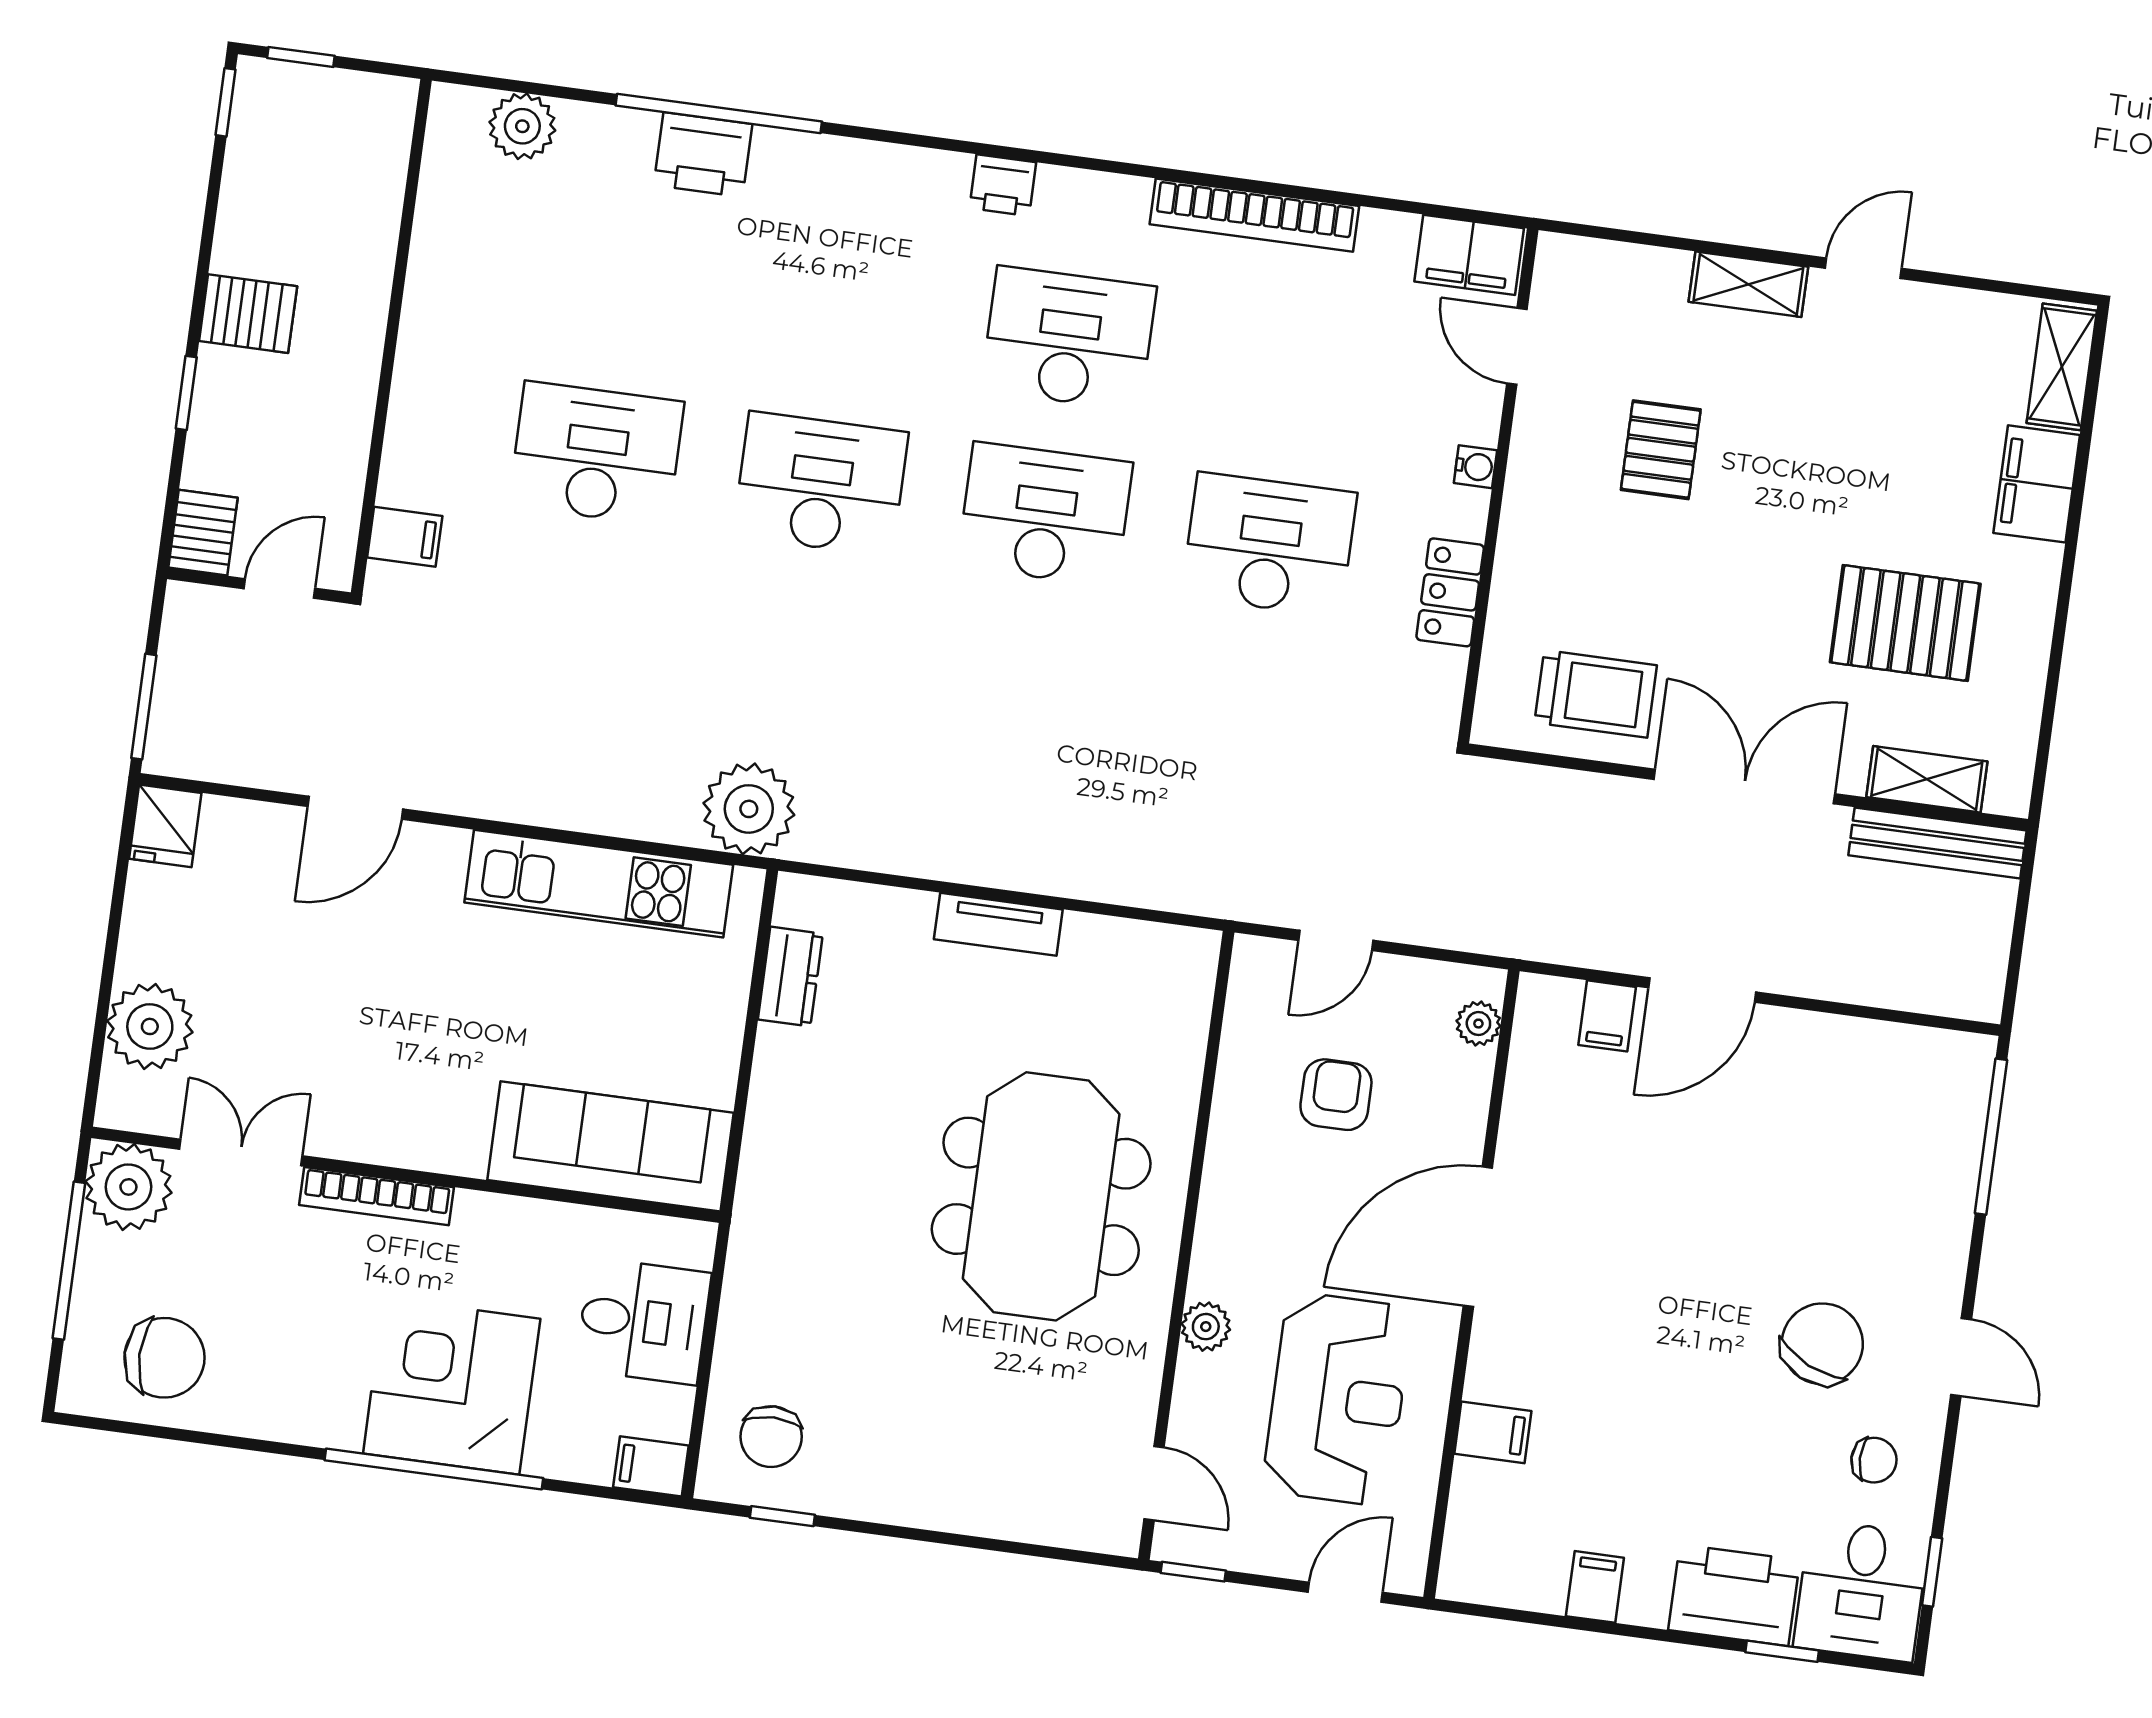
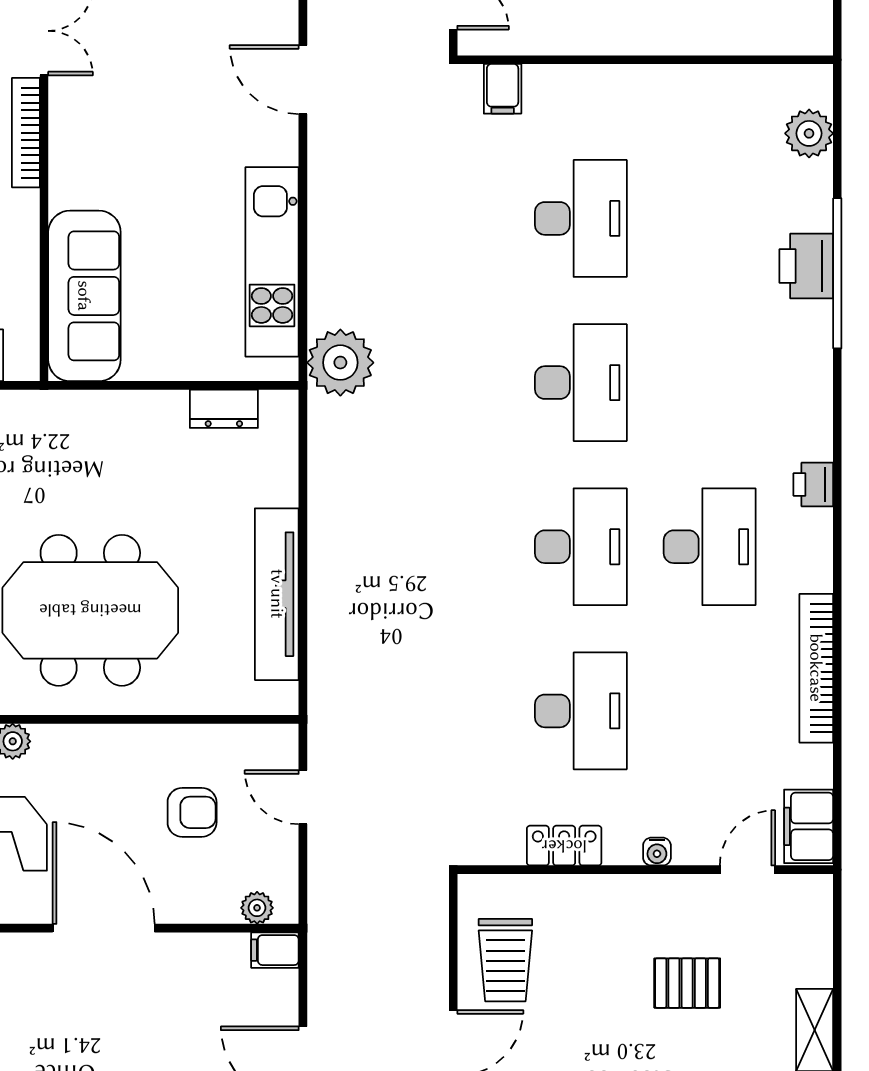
tv unit: (998, 924) -> (277, 594), width x1.92, depth x1.29
filing cabinet: (1607, 1016) -> (275, 950), moved

